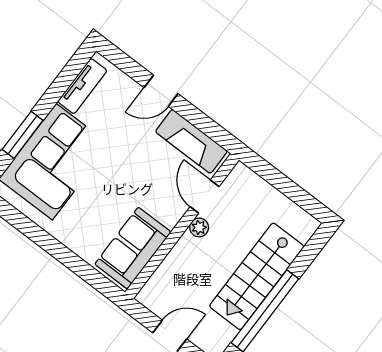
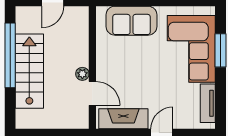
sofa: (133, 248) -> (131, 21), moved, turned 90

